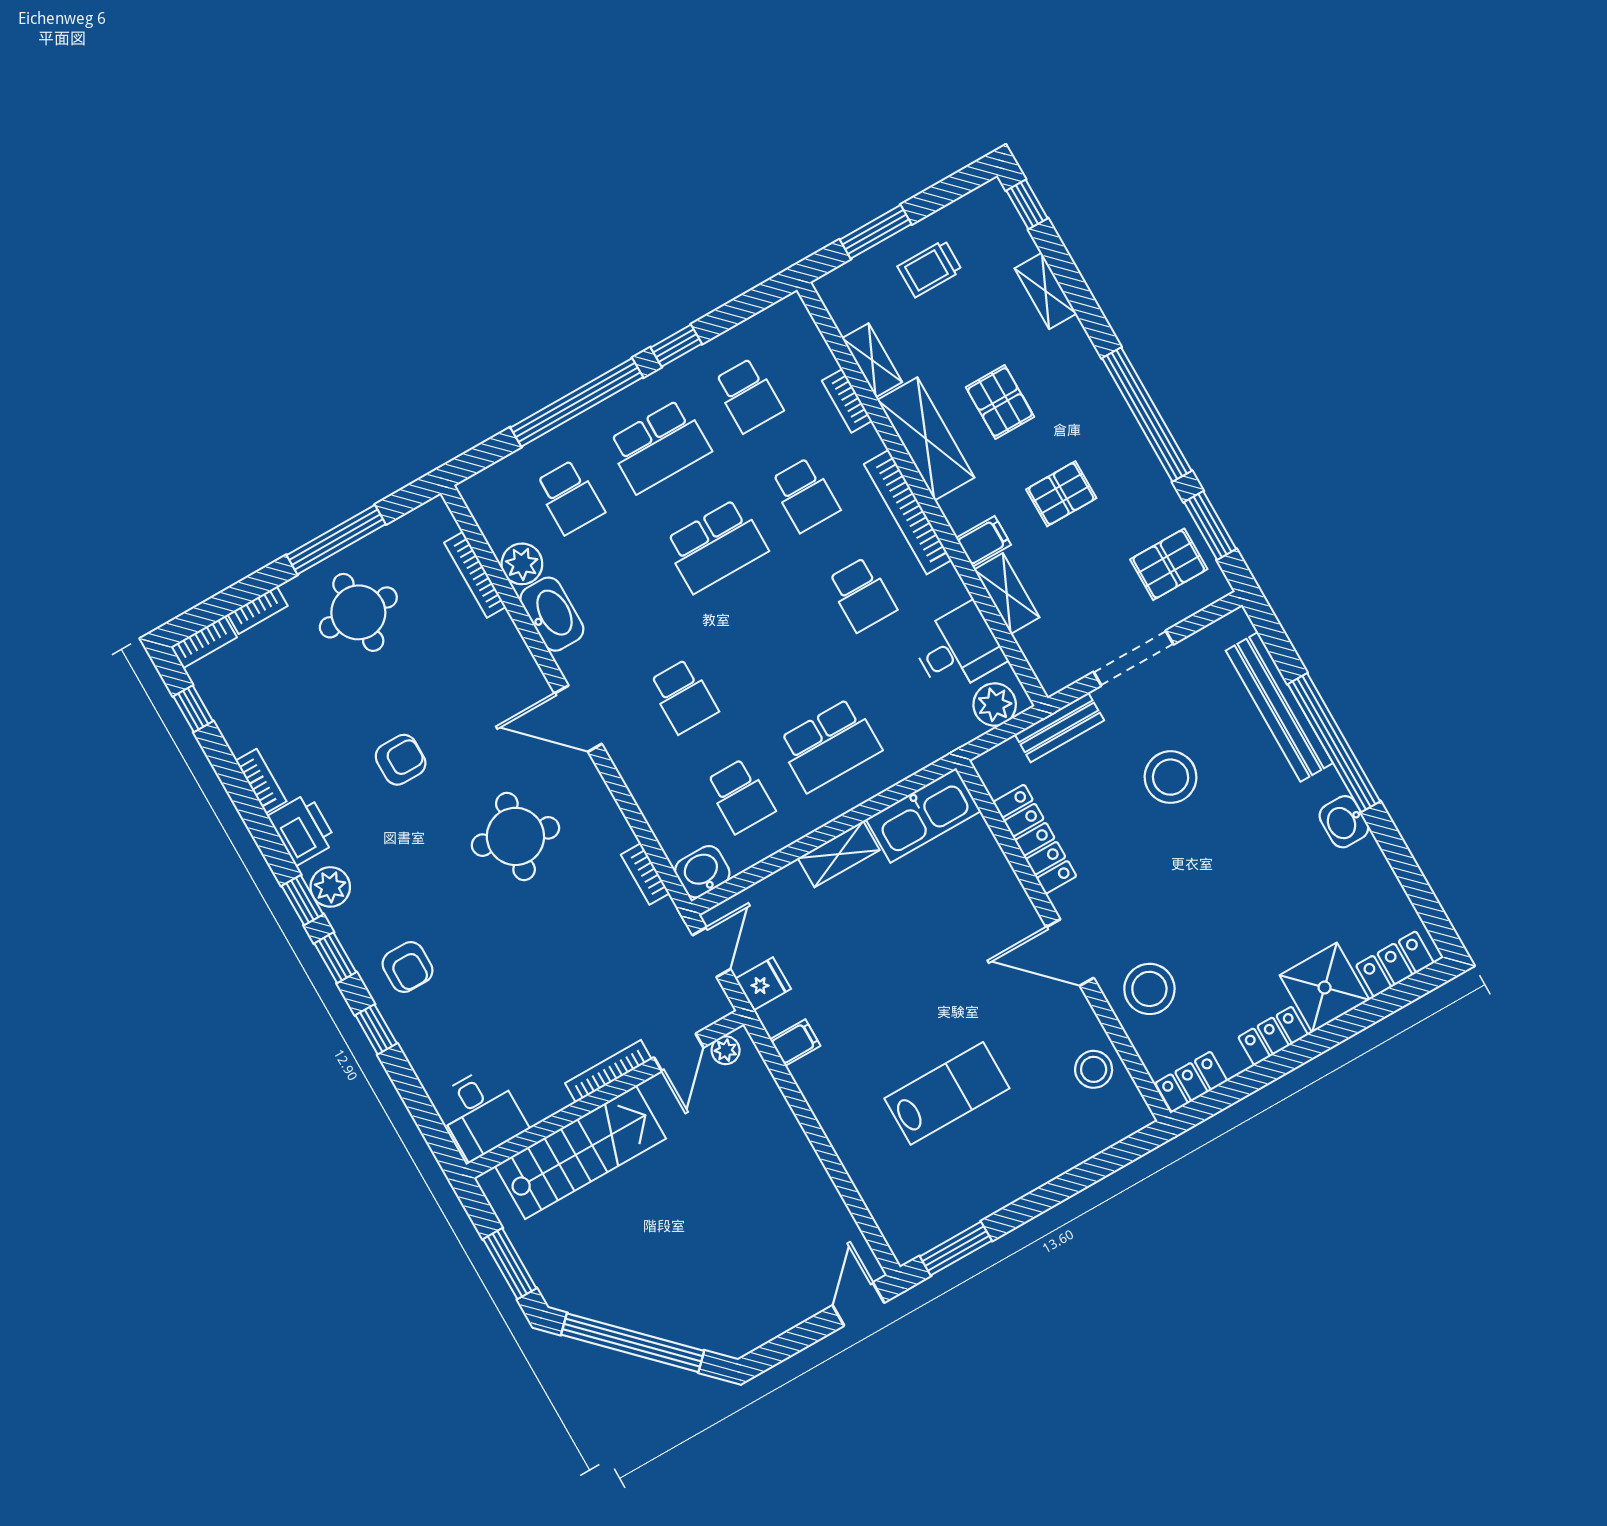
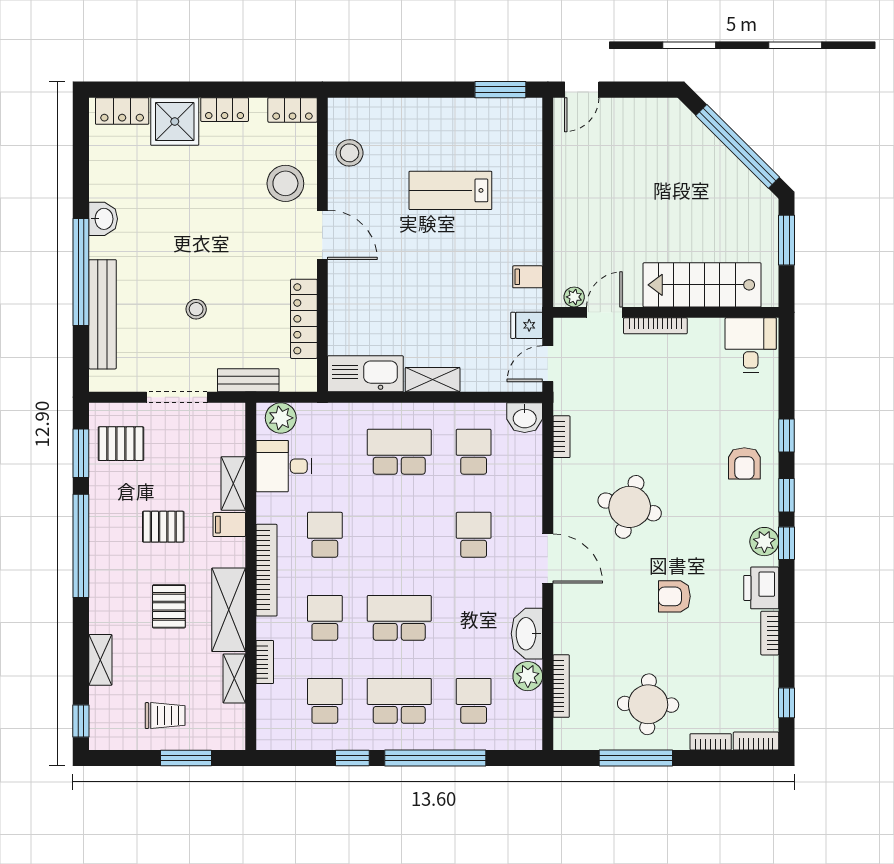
stool: (1171, 777) -> (196, 309), width x0.53, depth x0.53
armchair: (408, 967) -> (744, 463), turned 180

